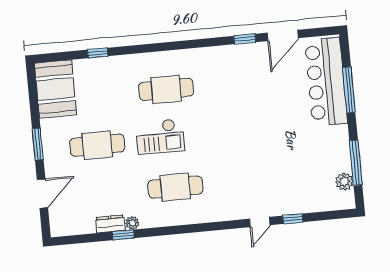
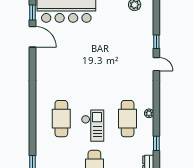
window: (245, 39) -> (33, 13), moved
plant: (132, 223) -> (149, 113), moved
window: (123, 235) -> (156, 143), moved

